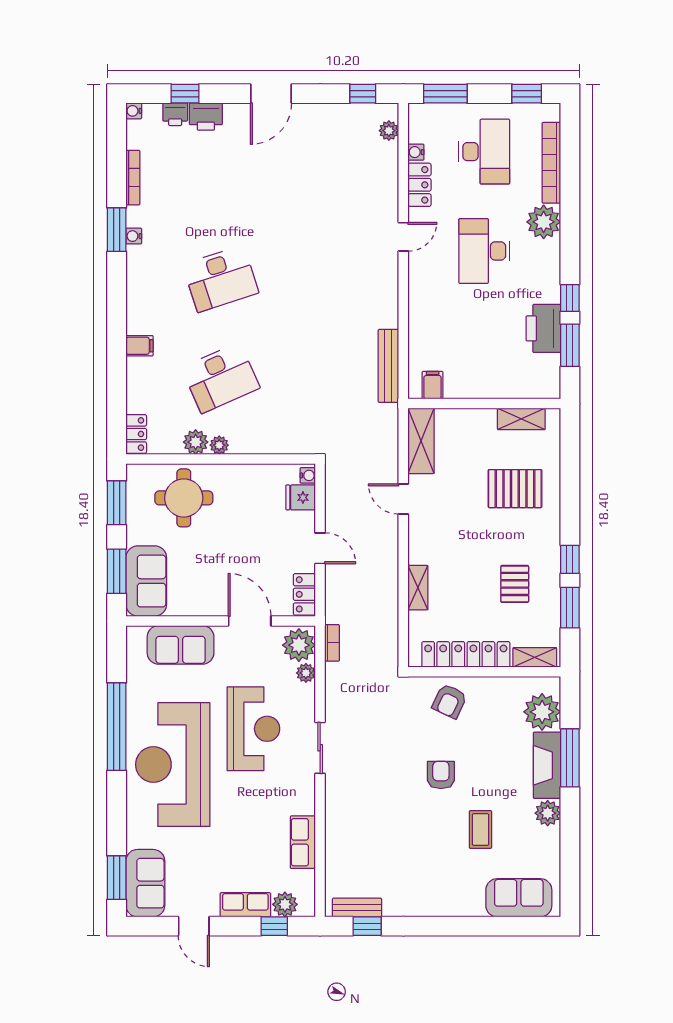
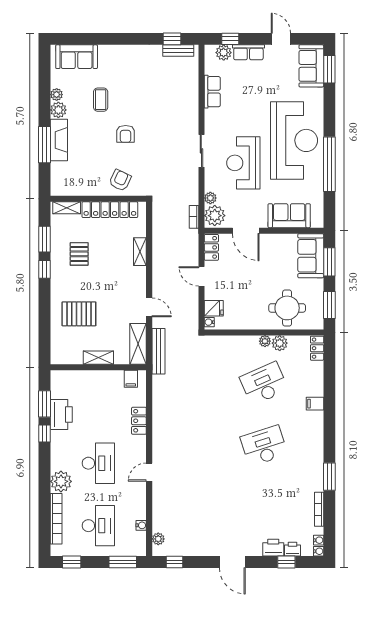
door: (271, 94) -> (232, 562), swing flipped
desk: (484, 152) -> (98, 526), turned 180
locker: (419, 185) -> (139, 421), moved
water cooler: (134, 236) -> (319, 540), moved
bench: (388, 366) -> (158, 351), moved
shelving: (521, 419) -> (98, 358), moved
plant: (542, 712) -> (57, 95), moved, width x0.53, depth x0.53

